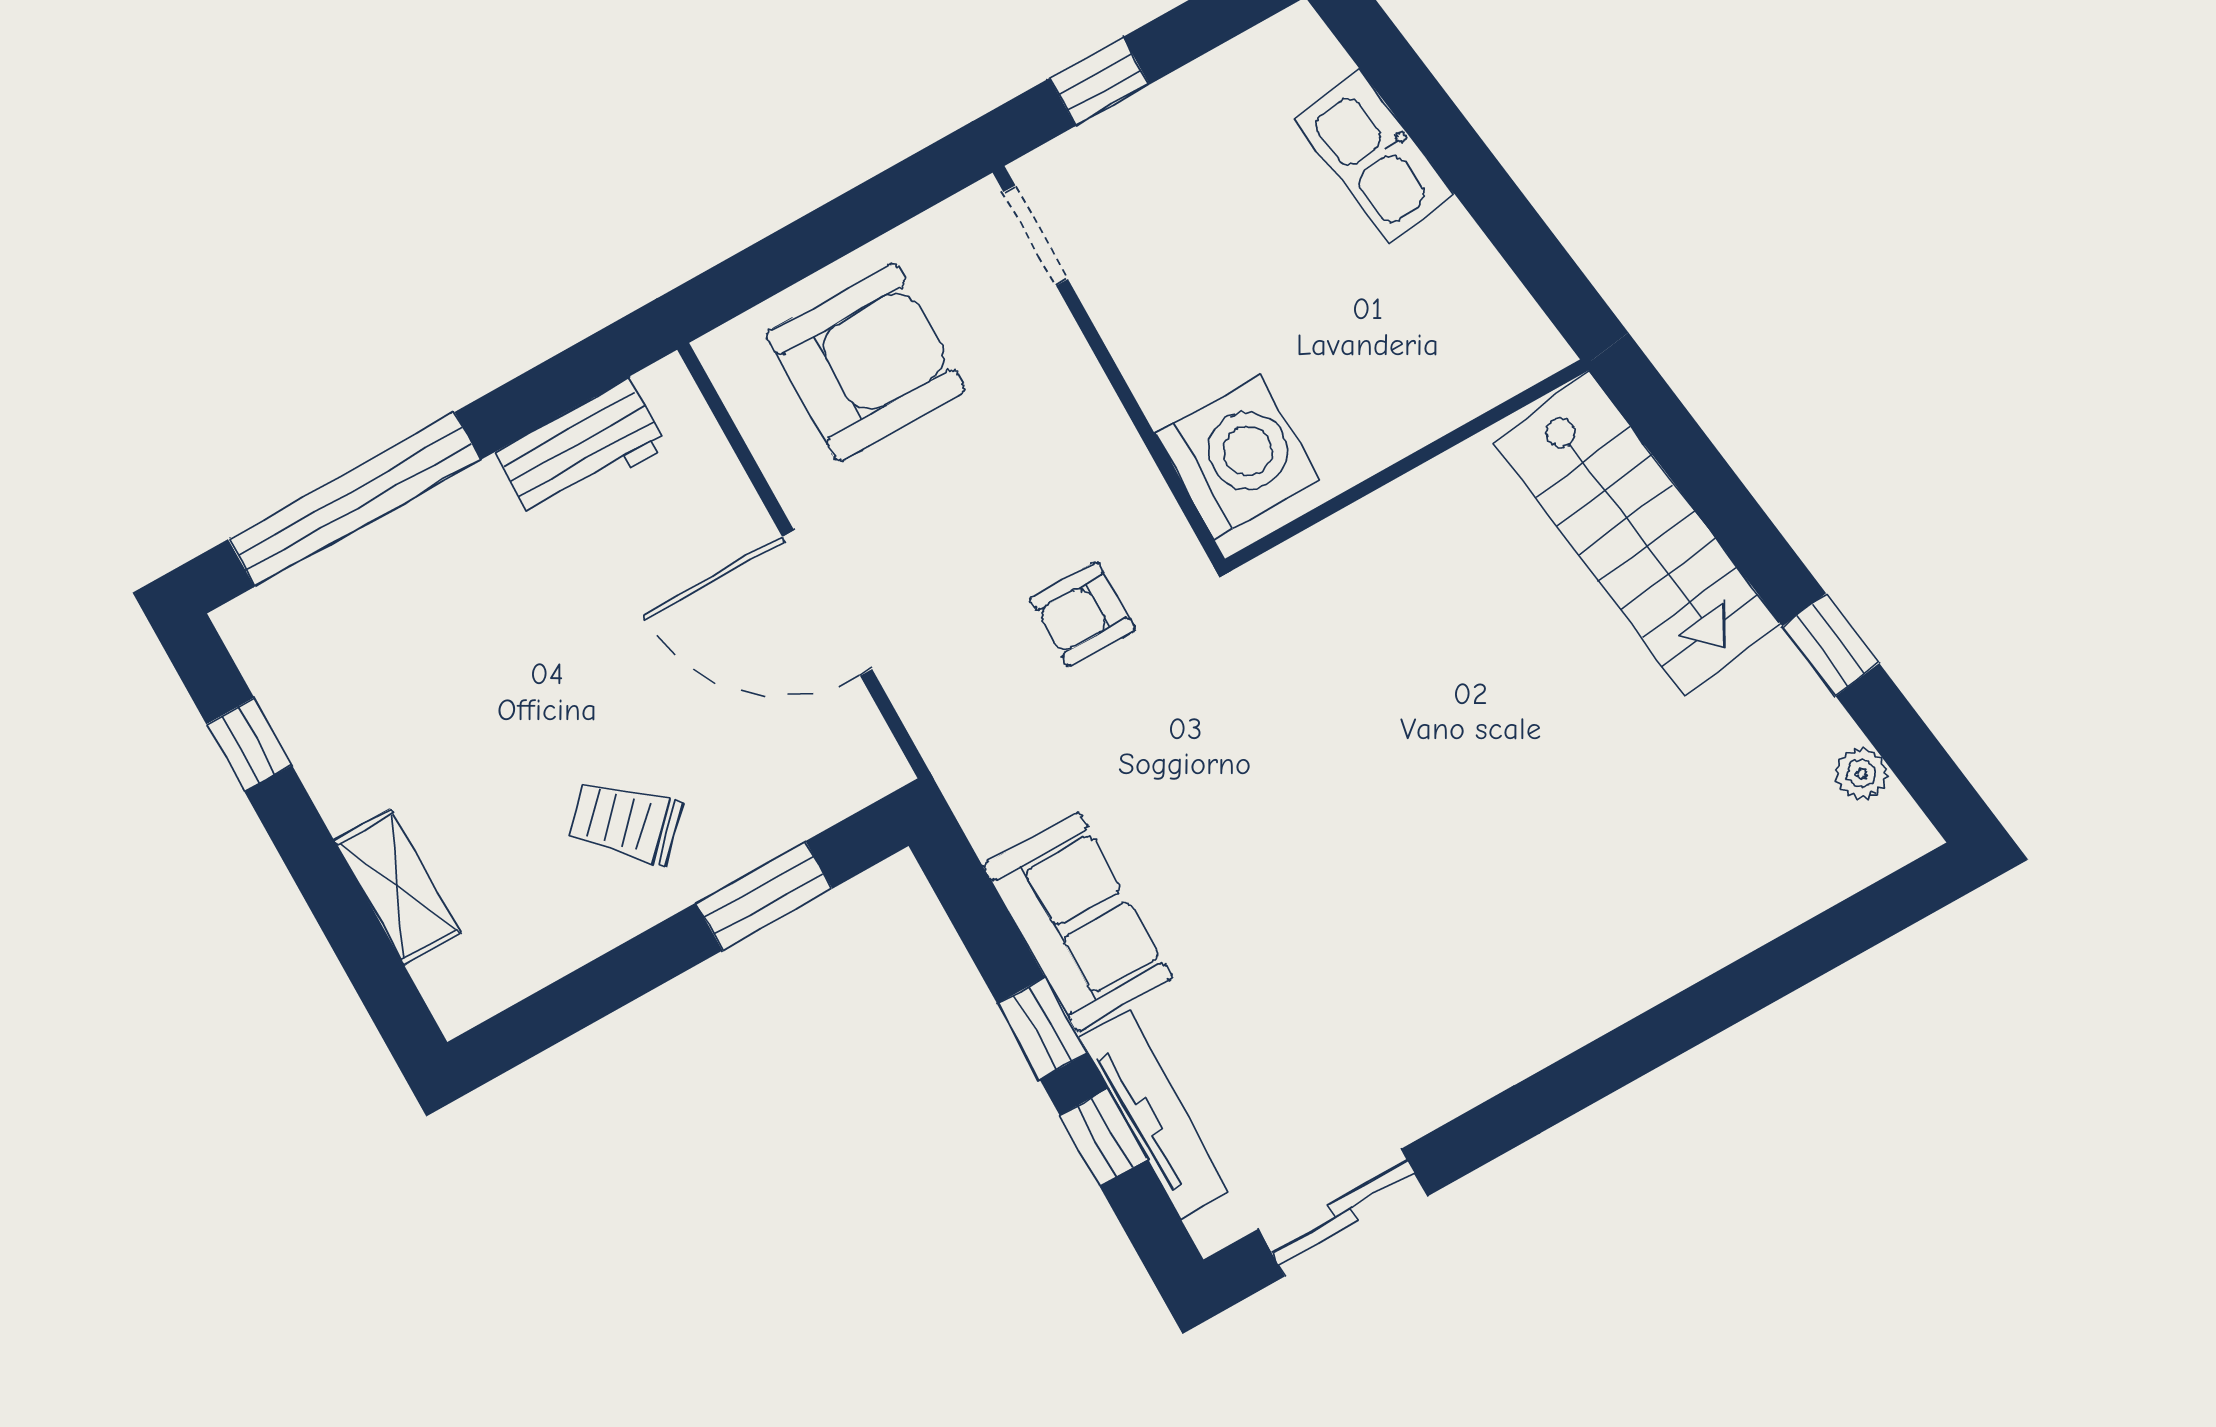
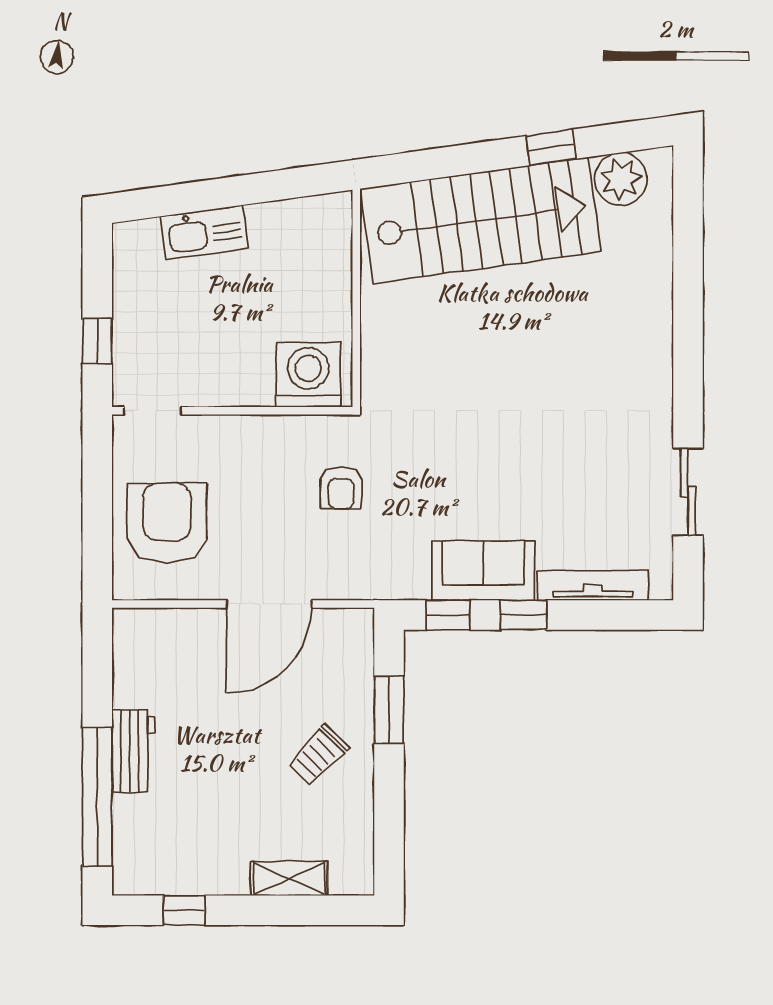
workbench: (581, 449) -> (133, 751), moved
stairs: (1637, 533) -> (481, 220), width x1.36, depth x1.51
plant: (1861, 774) -> (621, 179), width x1.87, depth x1.87
window: (1104, 1138) -> (448, 615), moved
sliding door: (1343, 1213) -> (688, 492), moved

